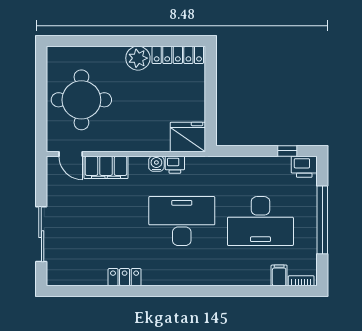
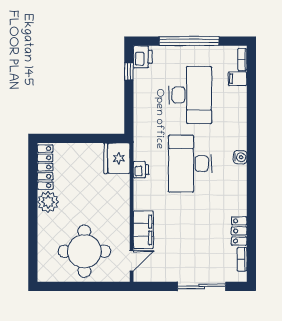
water cooler: (156, 164) -> (240, 157), moved, turned 180
locker: (125, 277) -> (239, 231), moved
bookcase: (72, 280) -> (242, 259), added

